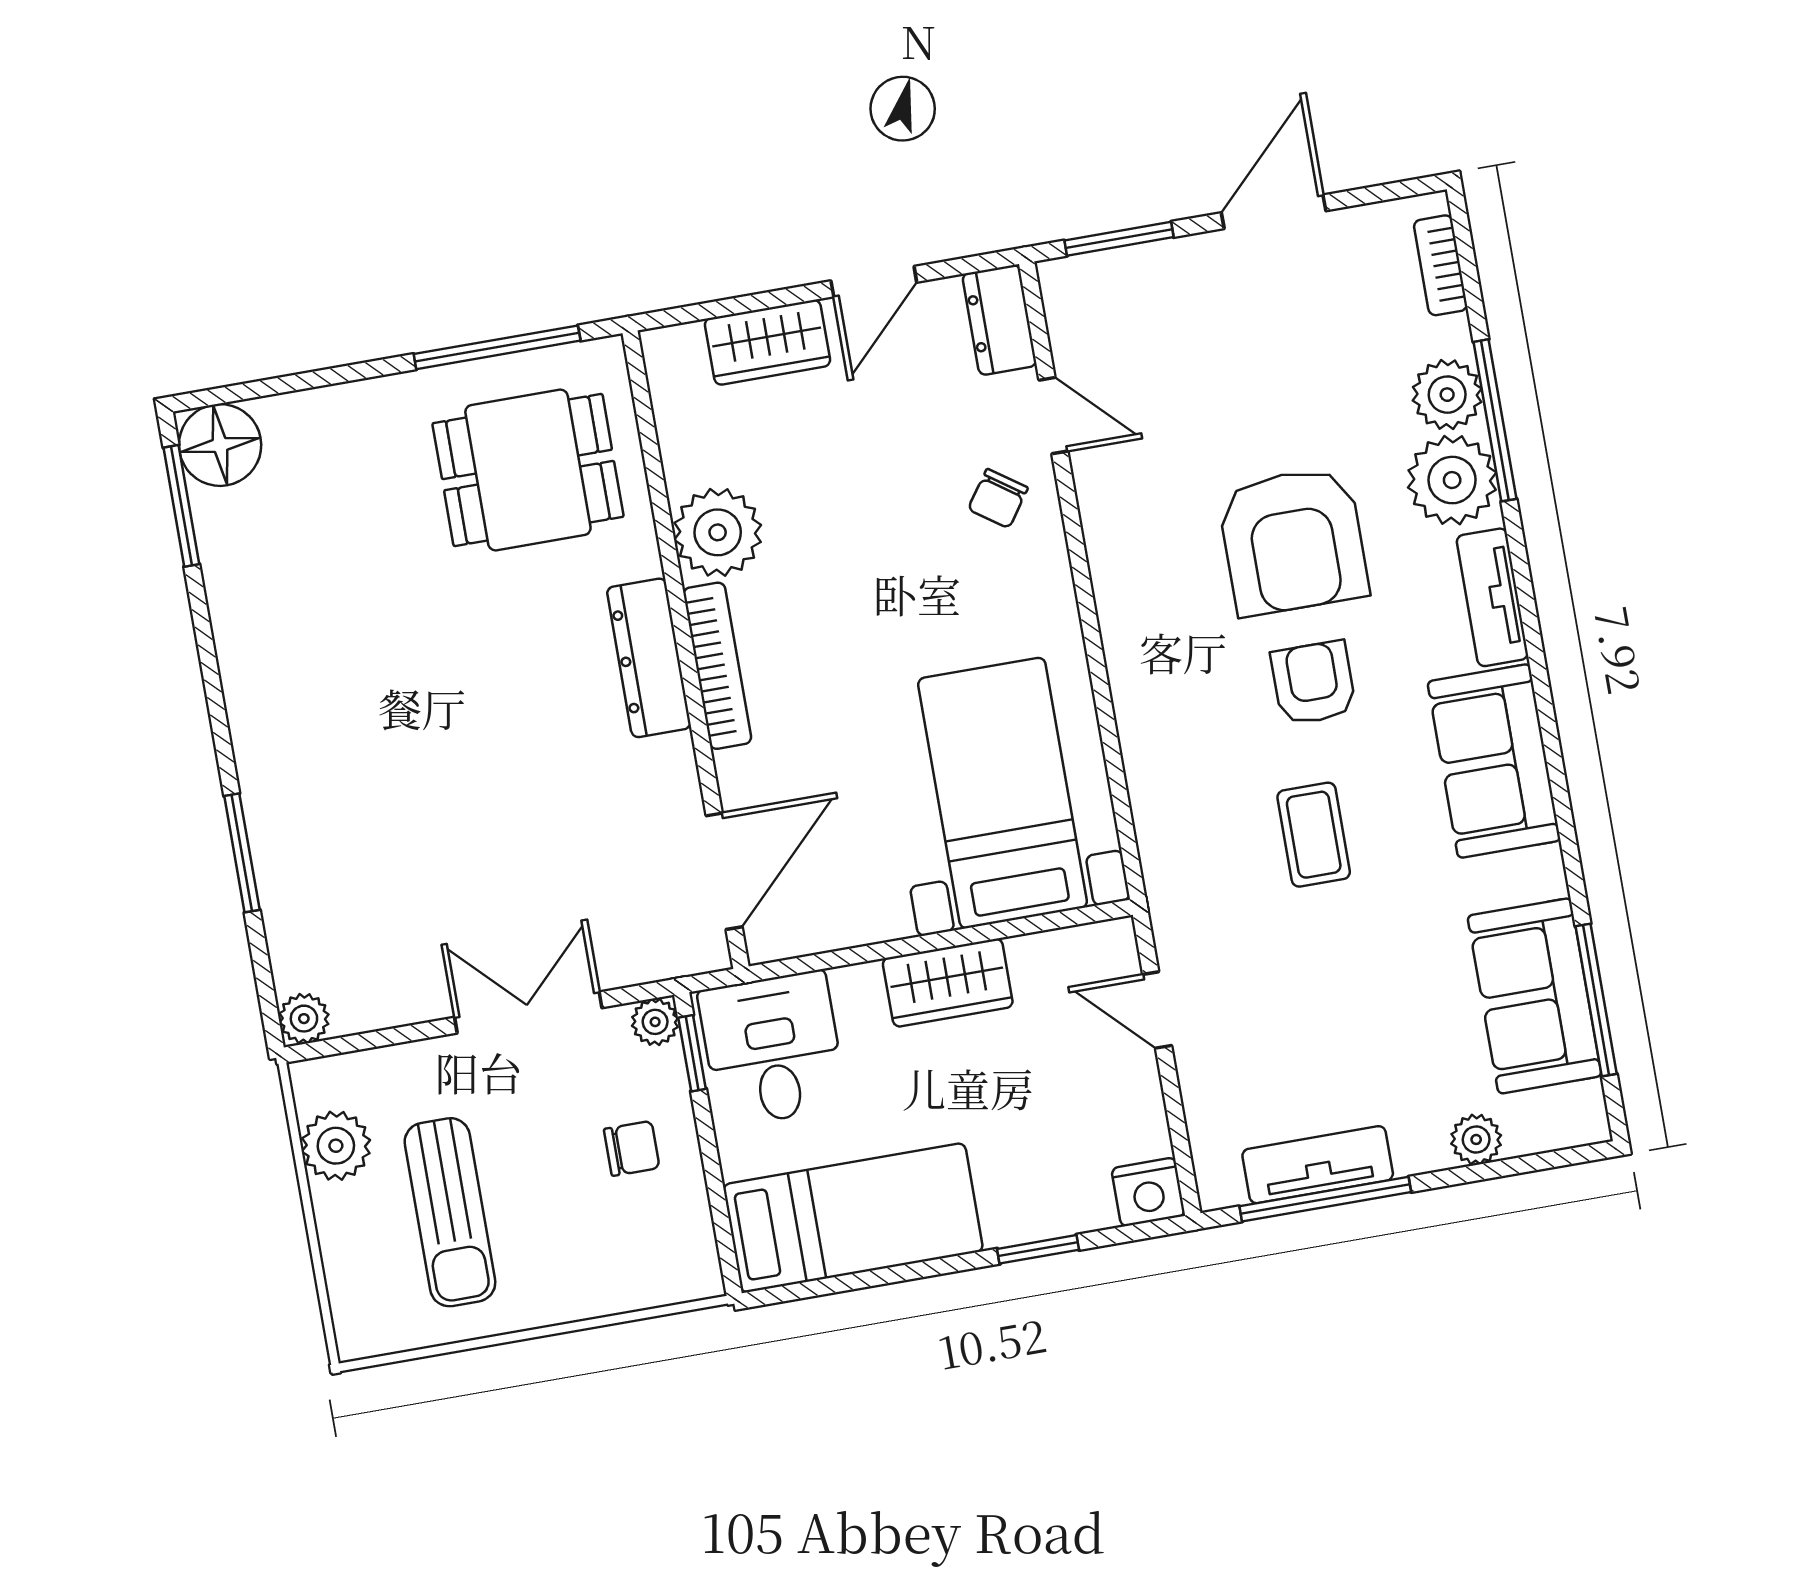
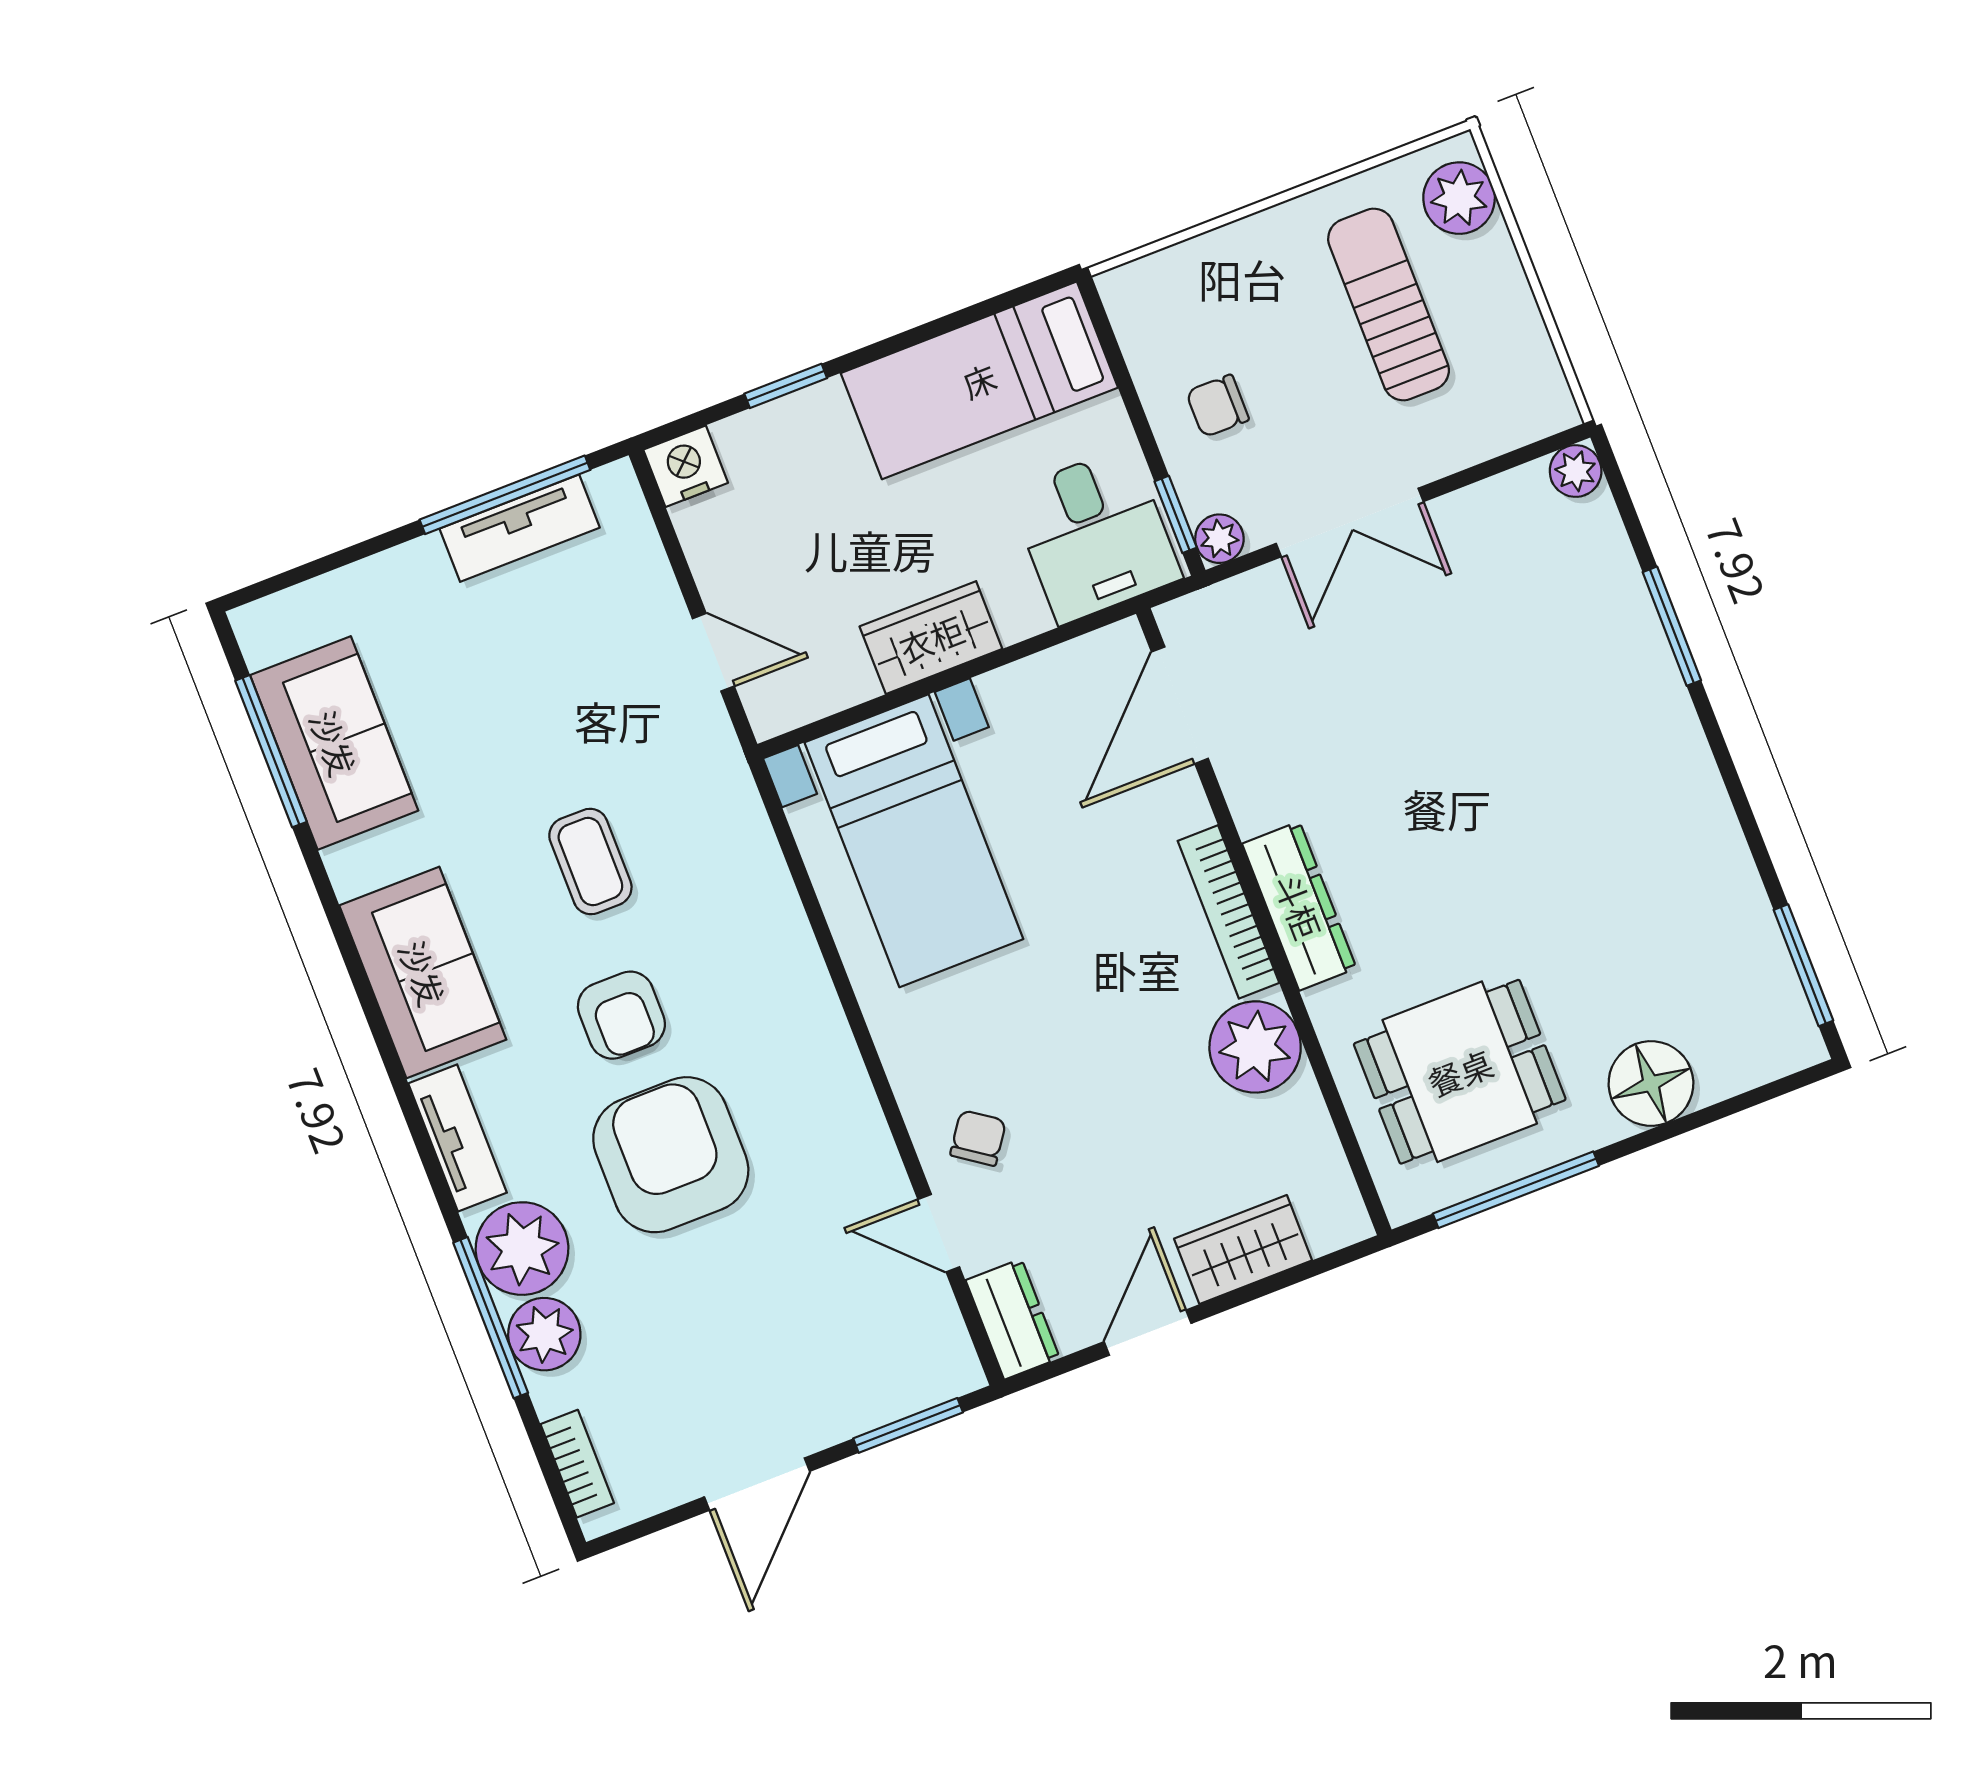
floor lamp: (220, 445) -> (1651, 1084), moved
plant: (1476, 1139) -> (364, 586), removed
plant: (336, 1146) -> (1459, 198), moved

